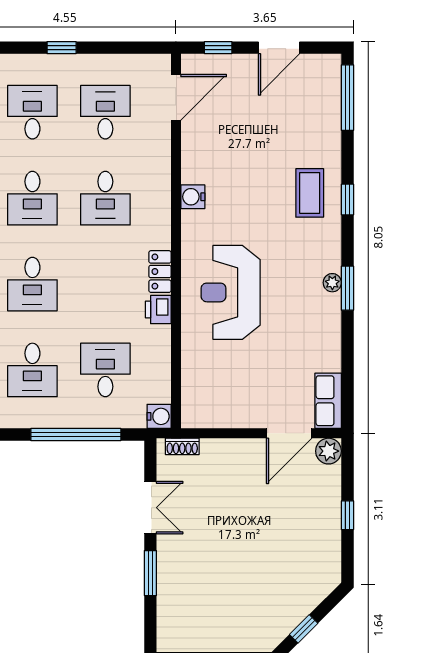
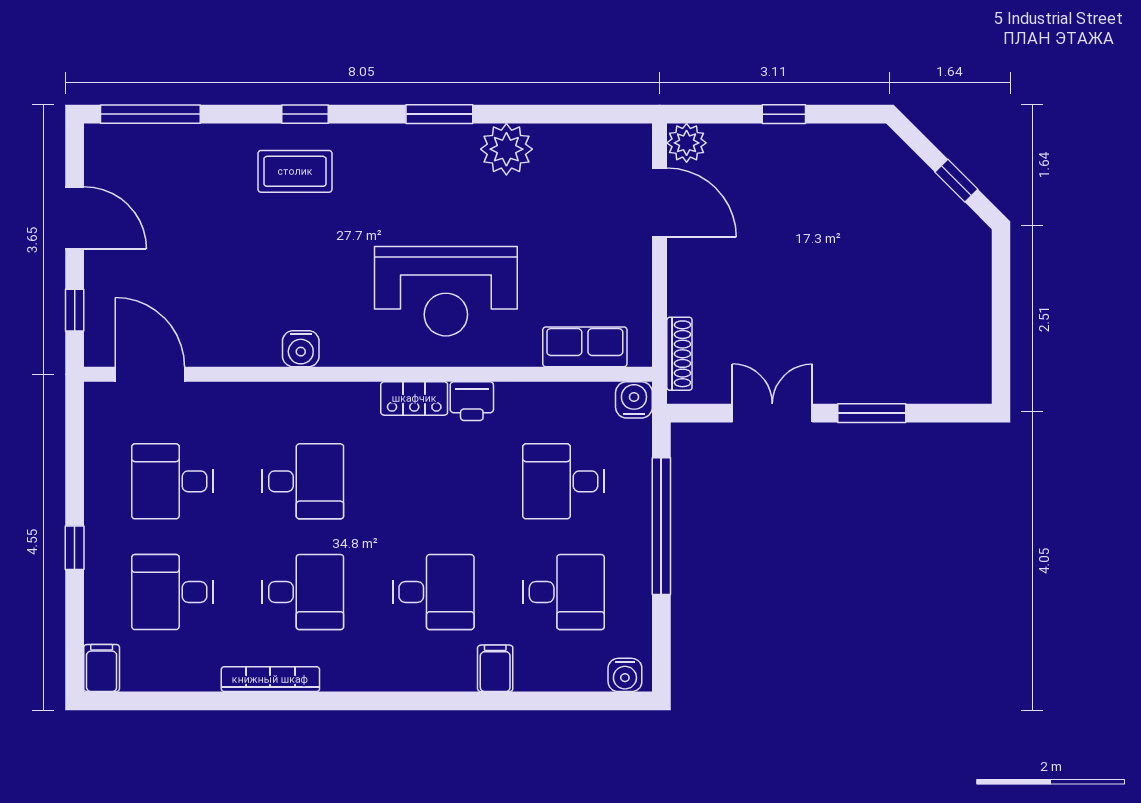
plant: (332, 283) -> (506, 149), moved, width x1.87, depth x1.87
row of seats: (328, 401) -> (585, 347), moved, turned 180
shoe rack: (182, 446) -> (679, 354), width x1.43

